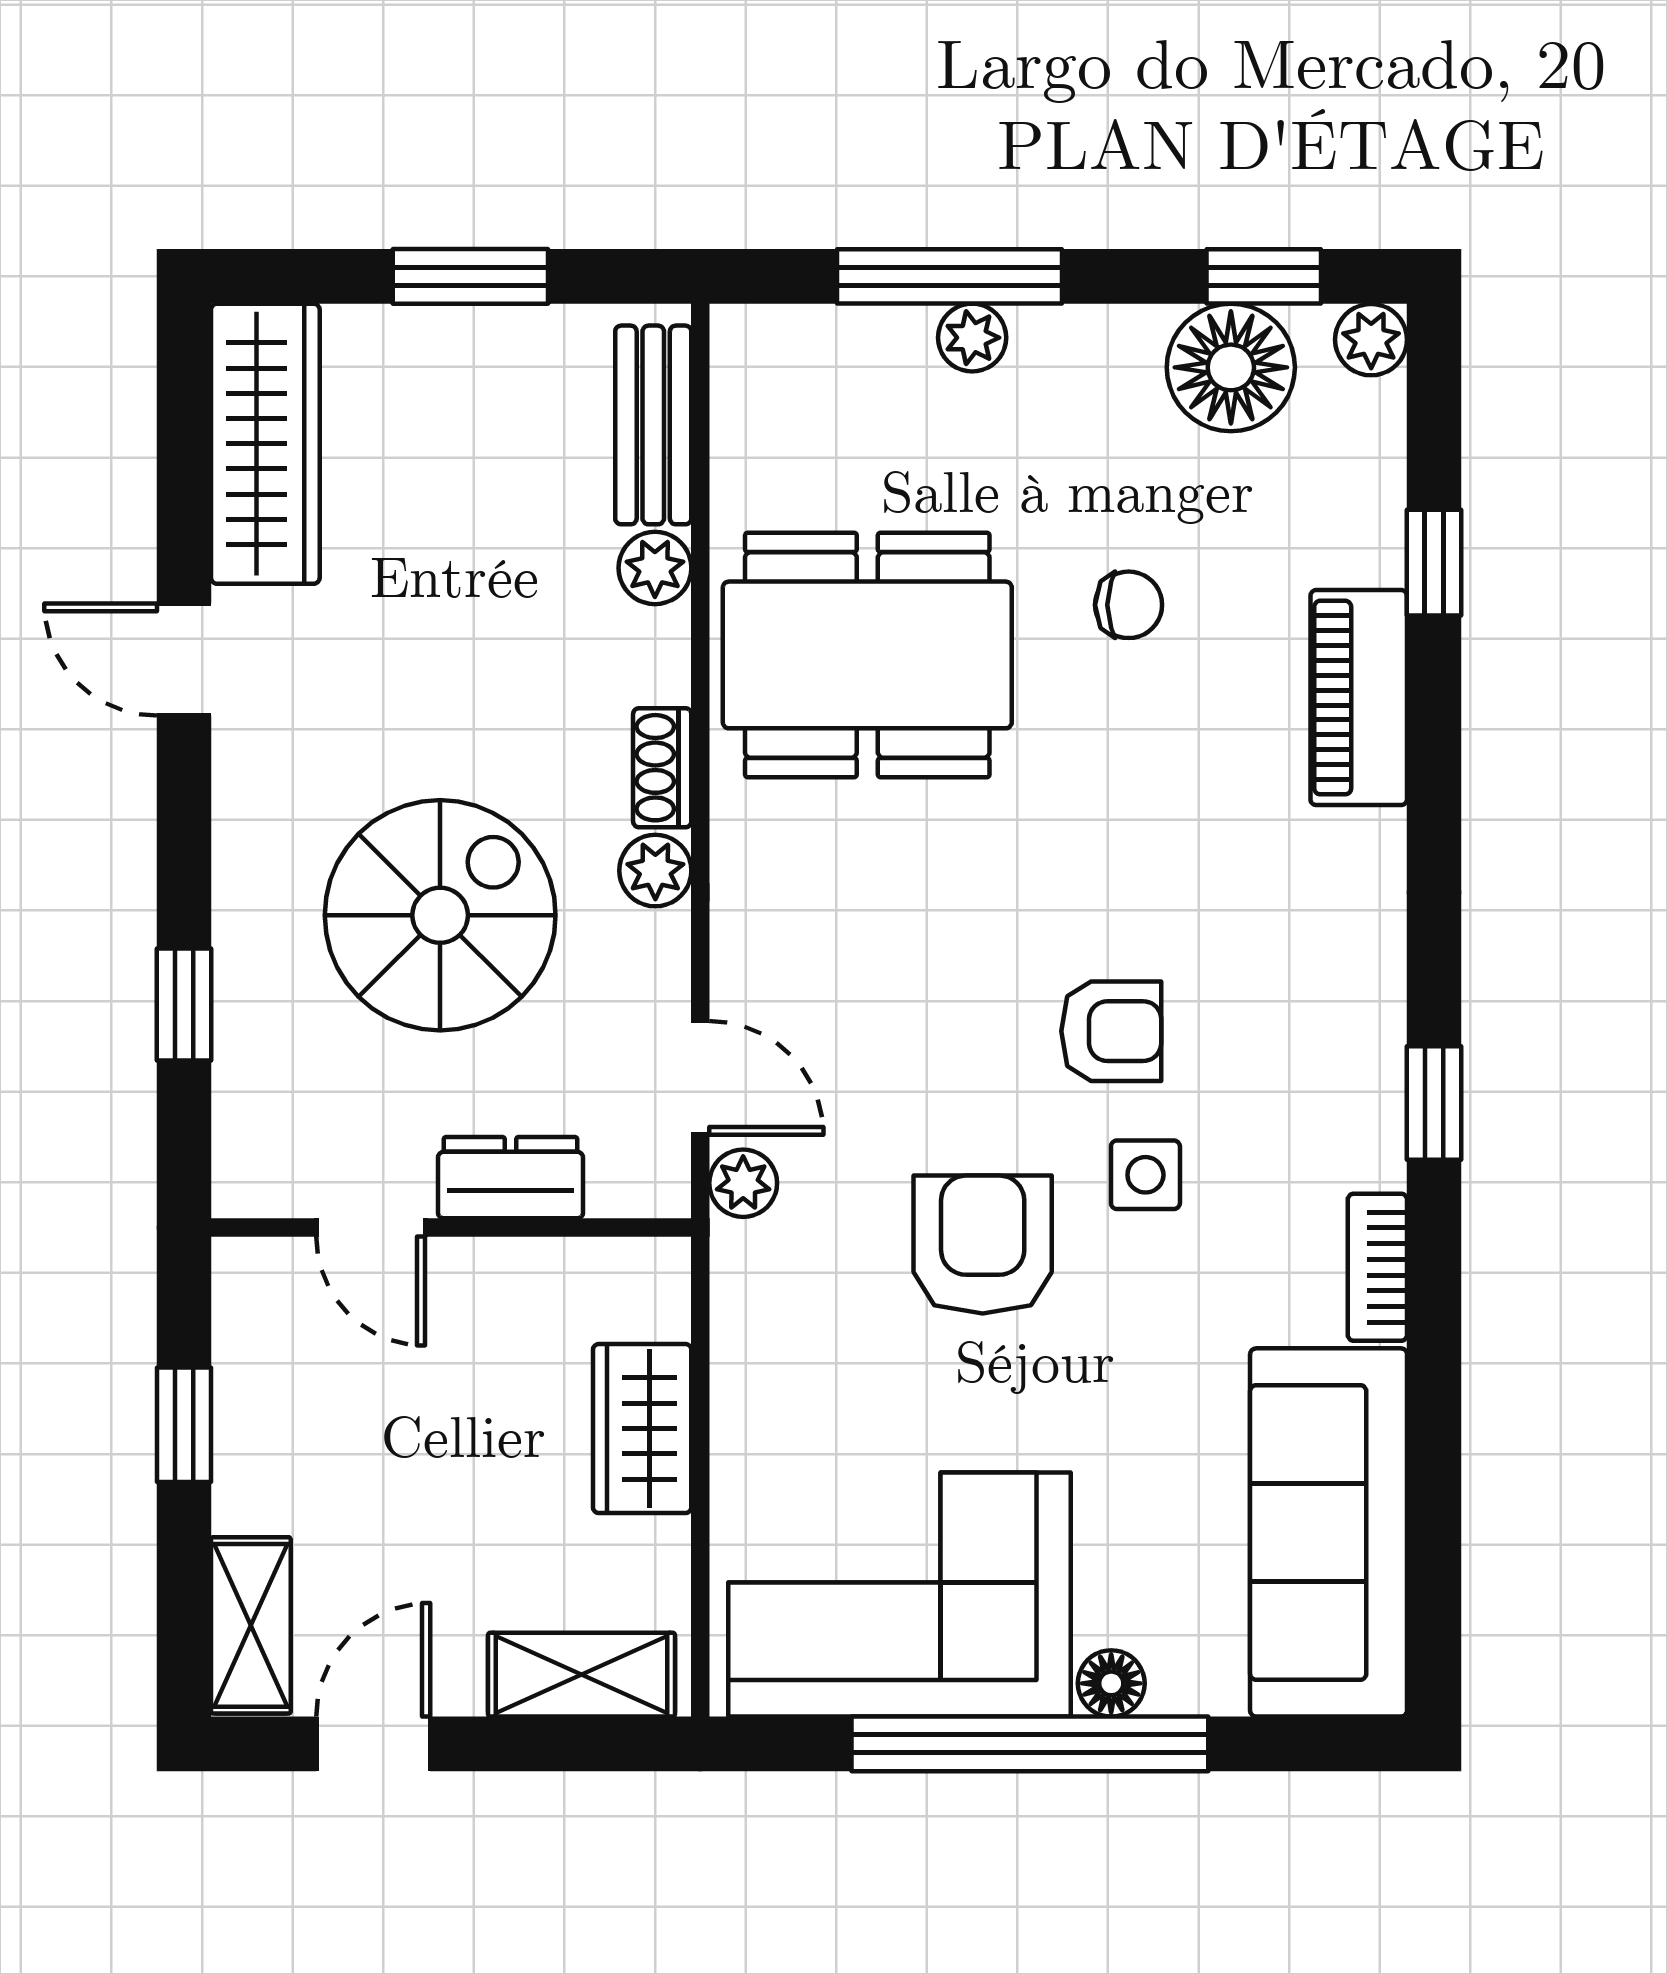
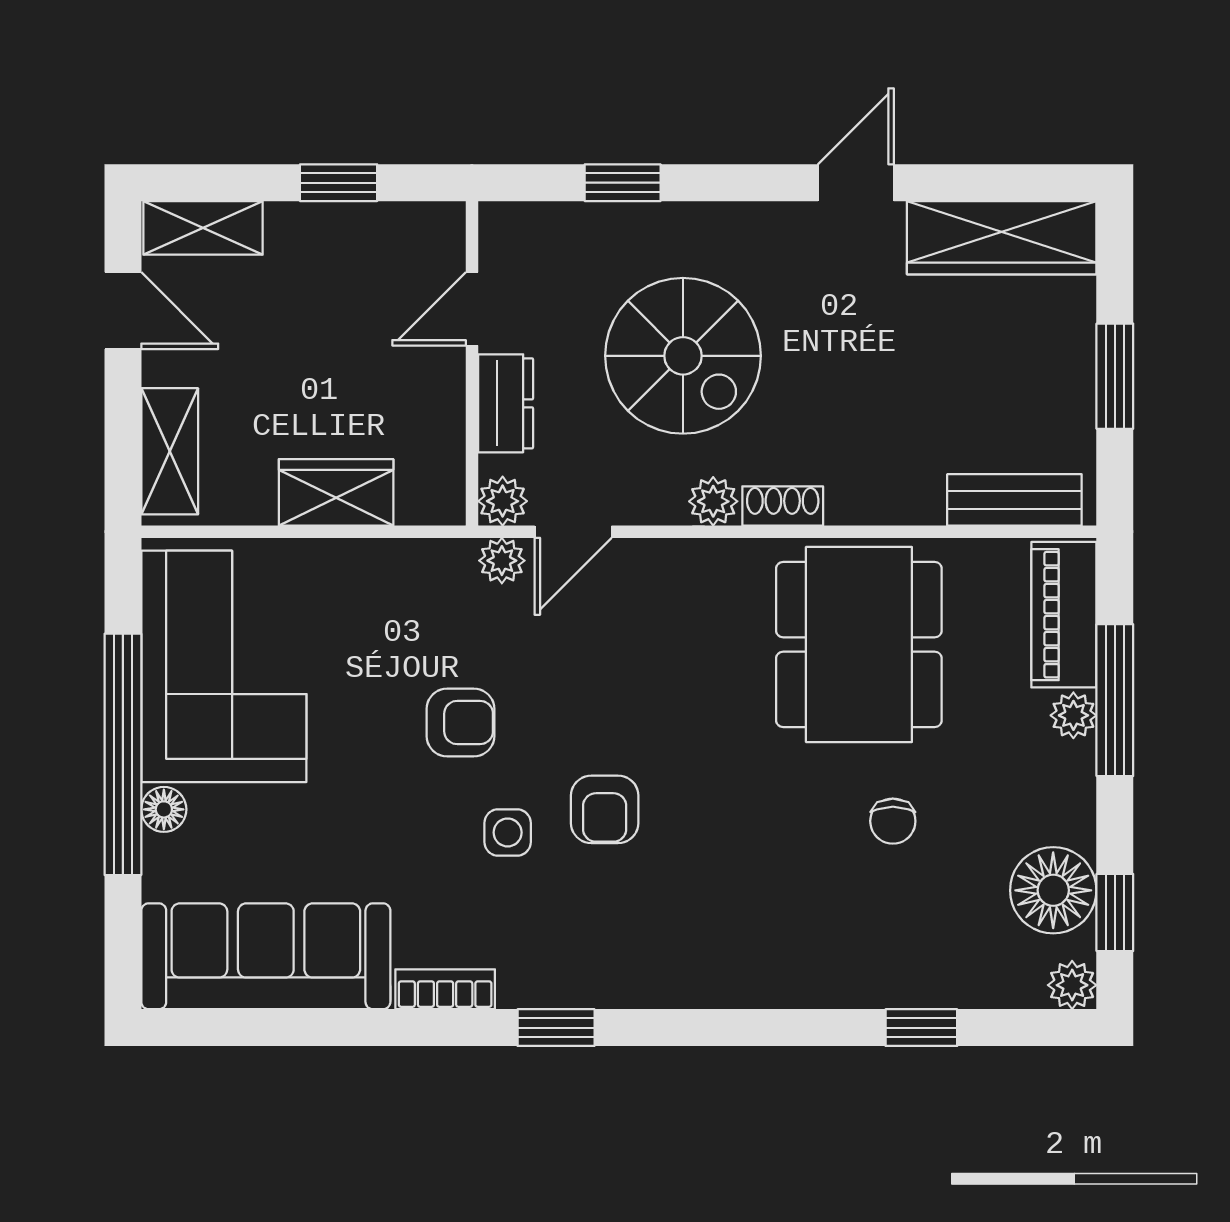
plant: (655, 568) -> (503, 501), moved
piano: (1359, 698) -> (1064, 615), moved, turned -90
armchair: (983, 1245) -> (460, 722), width x0.72, depth x0.72

